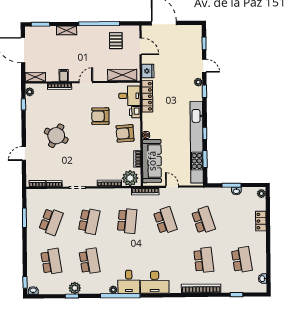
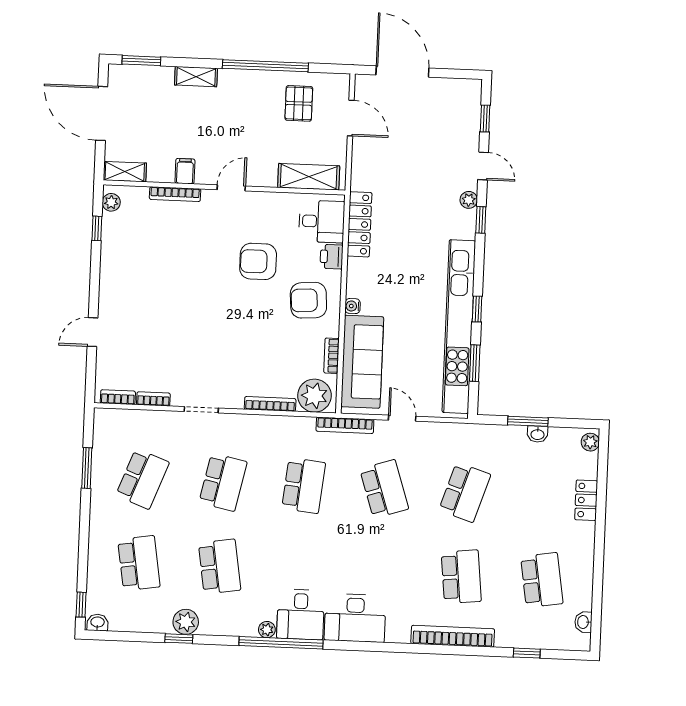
fridge: (148, 71) -> (363, 171), removed
round table: (56, 136) -> (163, 298), removed
school desk: (203, 220) -> (465, 492), turned 36

